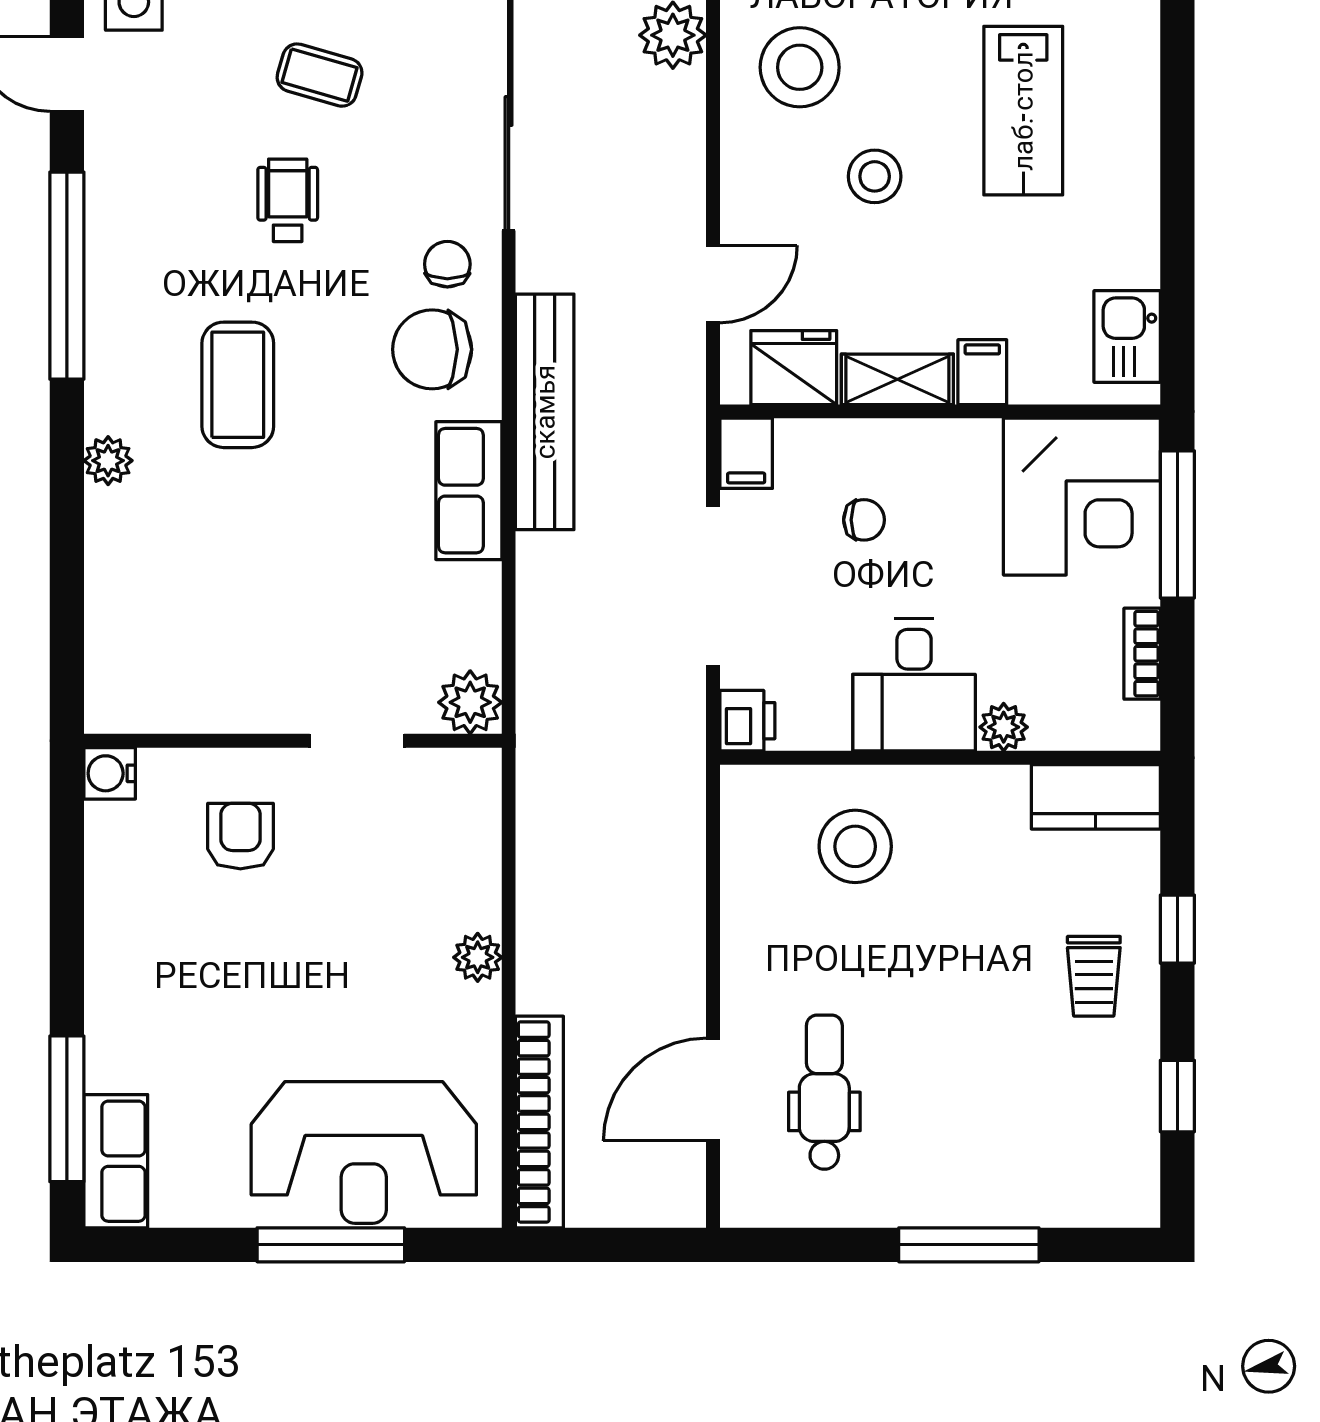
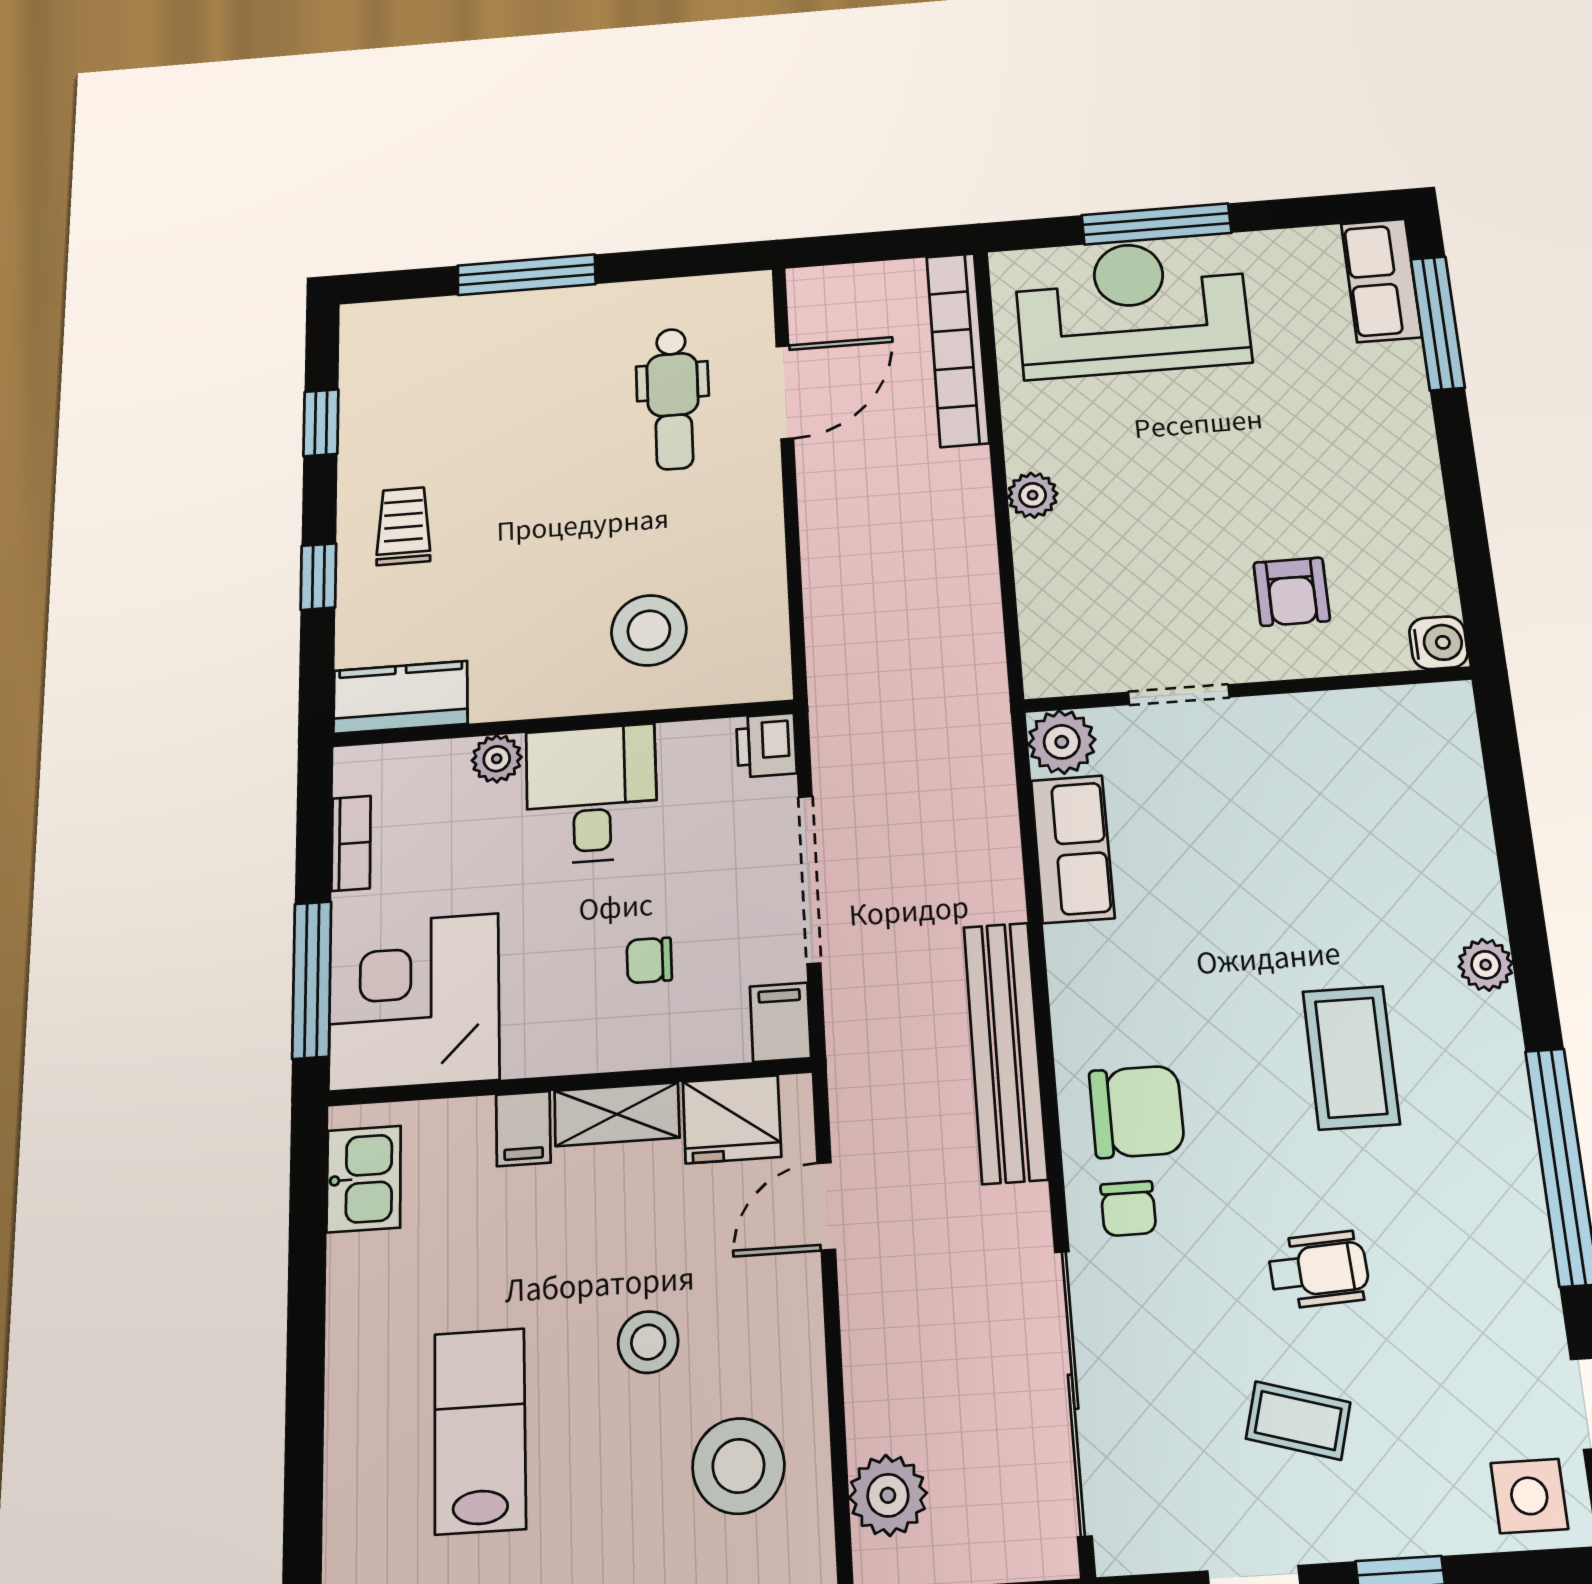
wheelchair: (288, 200) -> (1319, 1270), turned -93
row of seats: (469, 491) -> (1073, 849), moved

